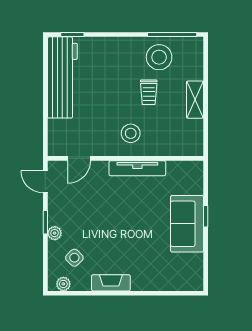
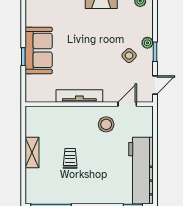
stool: (159, 57) -> (62, 187), removed
stool: (131, 133) -> (106, 124), moved
door: (45, 182) -> (155, 85), hinge flipped
side table: (74, 258) -> (129, 56), moved

